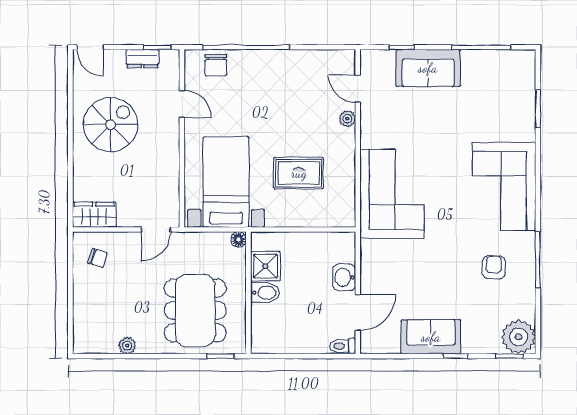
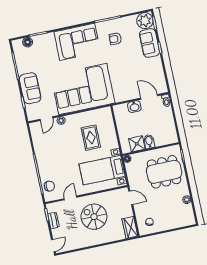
floor lamp: (525, 83) -> (28, 42), added
spiral stairs: (111, 125) -> (94, 217), moved
corner sofa: (392, 194) -> (83, 89), width x1.36, depth x1.36
sofa: (431, 337) -> (149, 43), moved

